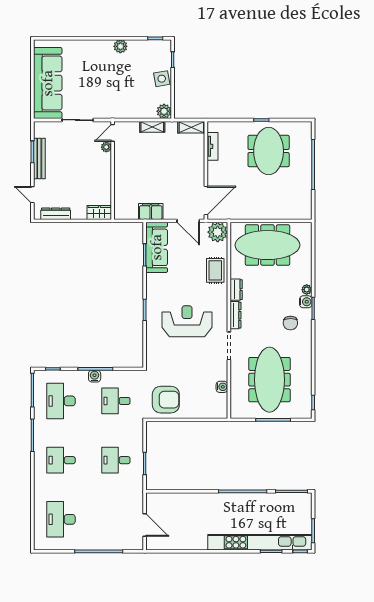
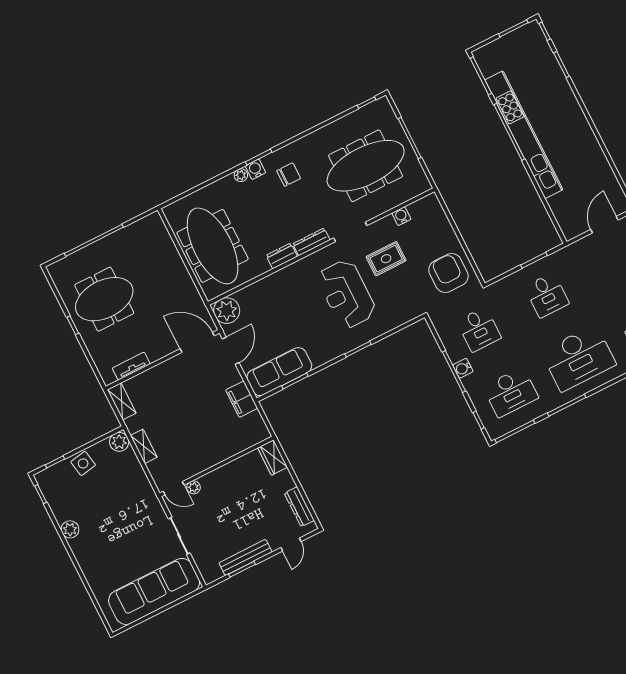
rug: (215, 270) -> (386, 259), moved
desk: (61, 460) -> (578, 358), width x1.87, depth x1.30
kitchen unit: (260, 542) -> (524, 135), moved, turned 180

